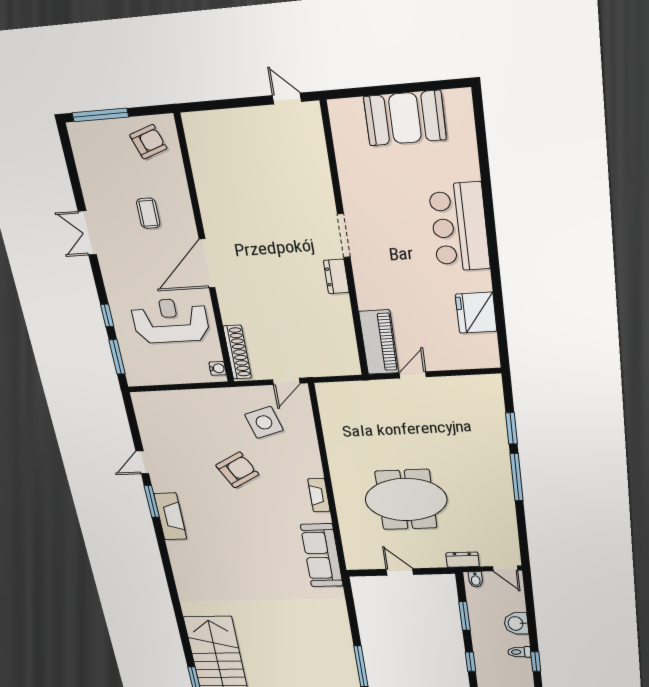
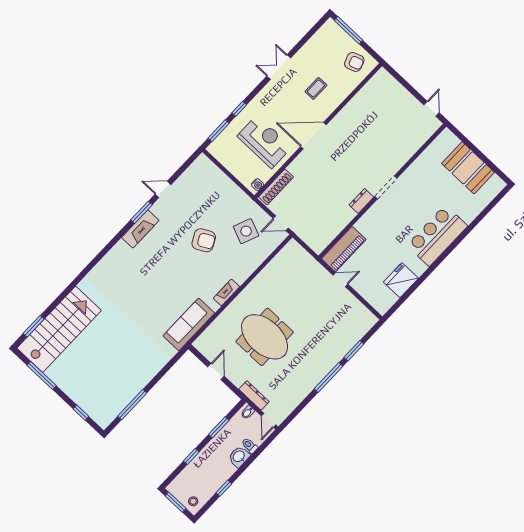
side table: (264, 422) -> (246, 231), turned 38
dresser: (463, 560) -> (254, 395), width x1.44
toilet: (519, 652) -> (250, 446), moved

